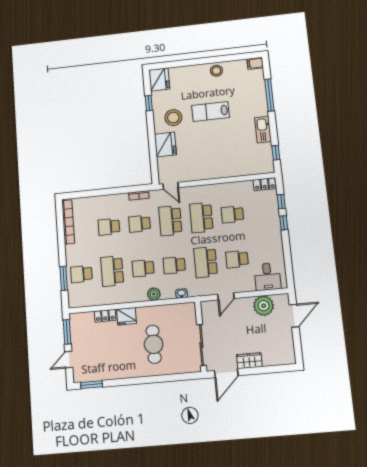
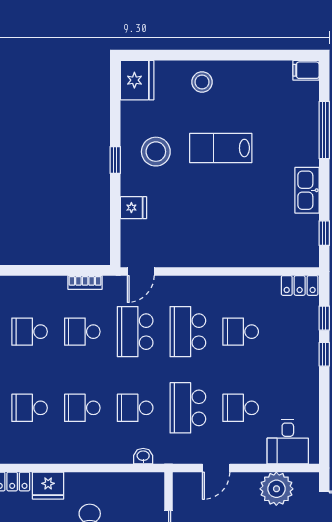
stool: (216, 71) -> (202, 82), moved
window: (149, 103) -> (115, 160), moved
fridge: (165, 144) -> (133, 208), width x0.53, depth x0.75
door: (171, 186) -> (141, 272), hinge flipped
school desk: (112, 271) -> (30, 408), width x0.54
plant: (154, 294) -> (97, 453), removed

